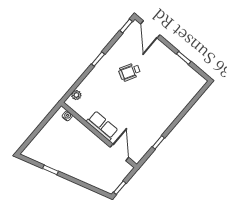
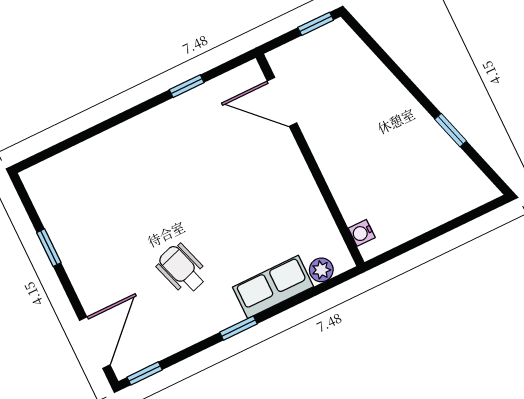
wheelchair: (129, 72) -> (182, 269), turned -137
row of seats: (102, 126) -> (273, 287), moved, turned 90
door: (119, 152) -> (282, 102), hinge flipped

